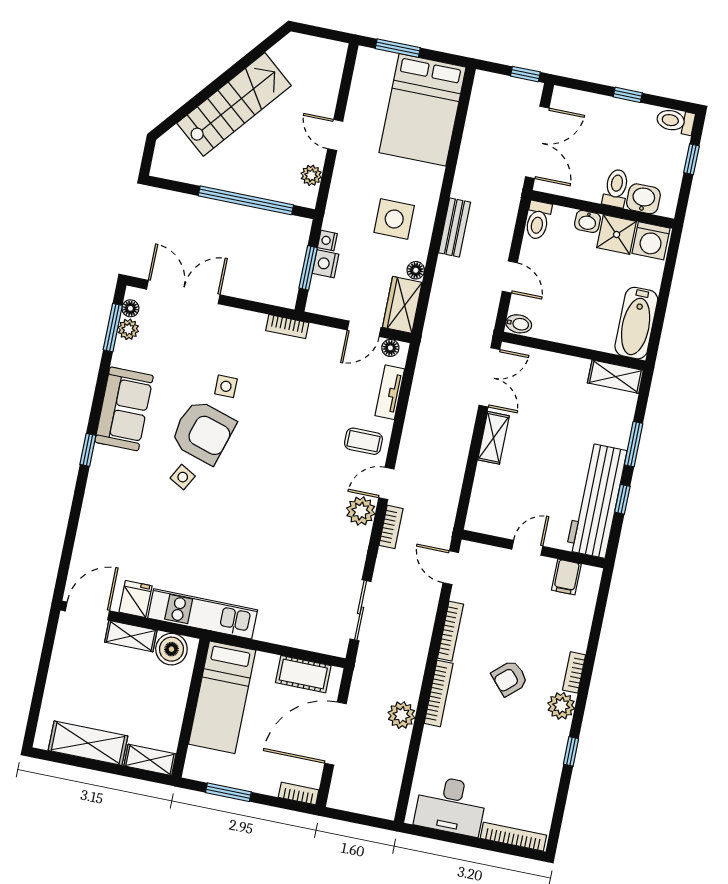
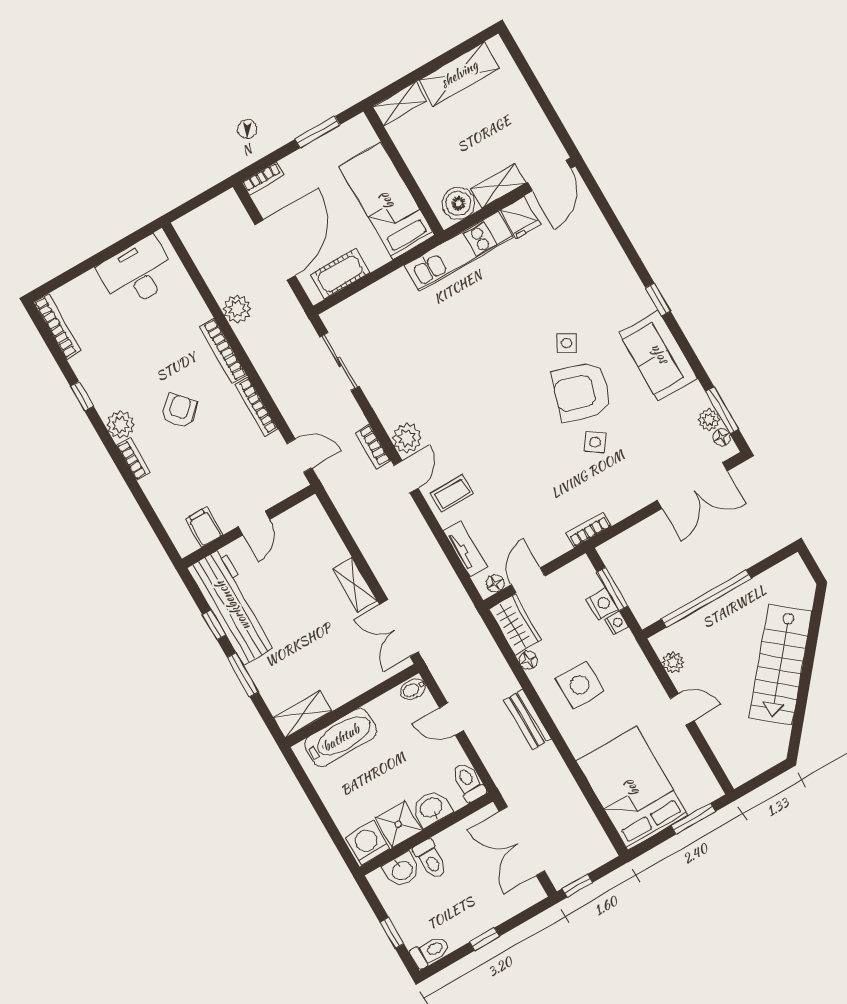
washbasin: (587, 221) -> (431, 808), width x1.38, depth x1.45
bathtub: (636, 323) -> (341, 738), moved, turned 90
side table: (226, 386) -> (595, 442), turned 36
bookcase: (513, 837) -> (57, 326), moved, turned -90

